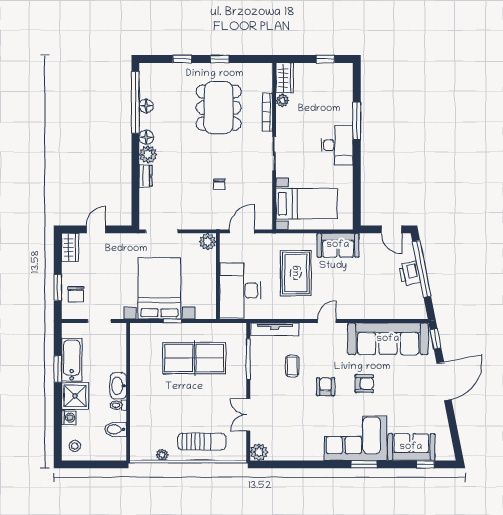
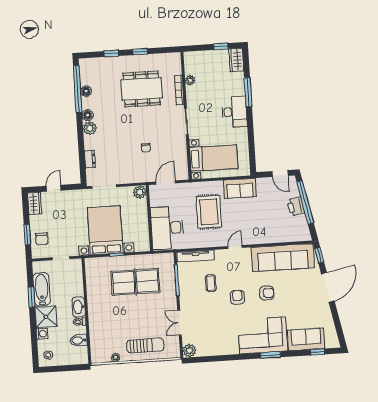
wardrobe: (285, 78) -> (236, 60), moved, turned 180
dining table: (219, 108) -> (142, 89), turned 90
dresser: (145, 176) -> (90, 159), moved

